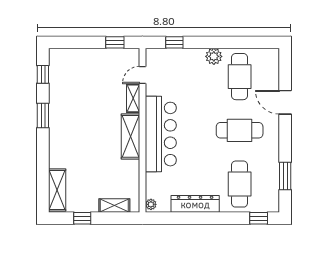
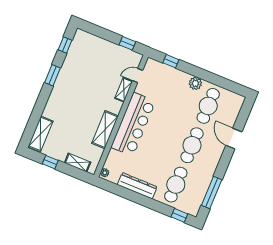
cafe table: (240, 130) -> (192, 145), turned 90
shelving: (131, 136) -> (105, 130), moved
window: (285, 176) -> (212, 192), width x1.44

